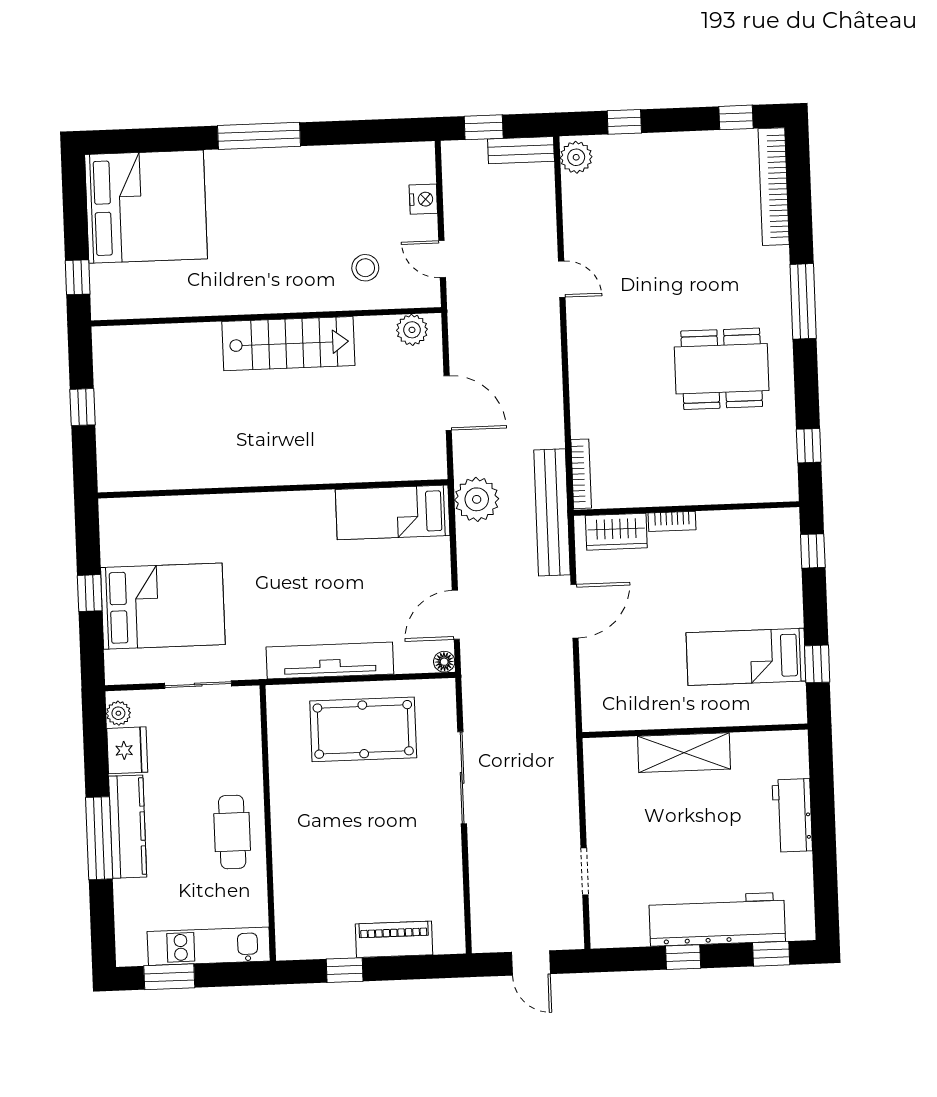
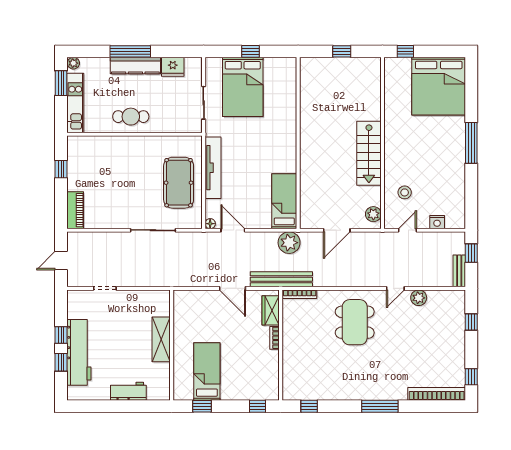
plant: (576, 157) -> (419, 298), moved
dining table: (722, 369) -> (355, 322), moved
plant: (118, 713) -> (73, 63), moved
piano: (394, 939) -> (75, 210), moved
window: (771, 954) -> (61, 362), moved

